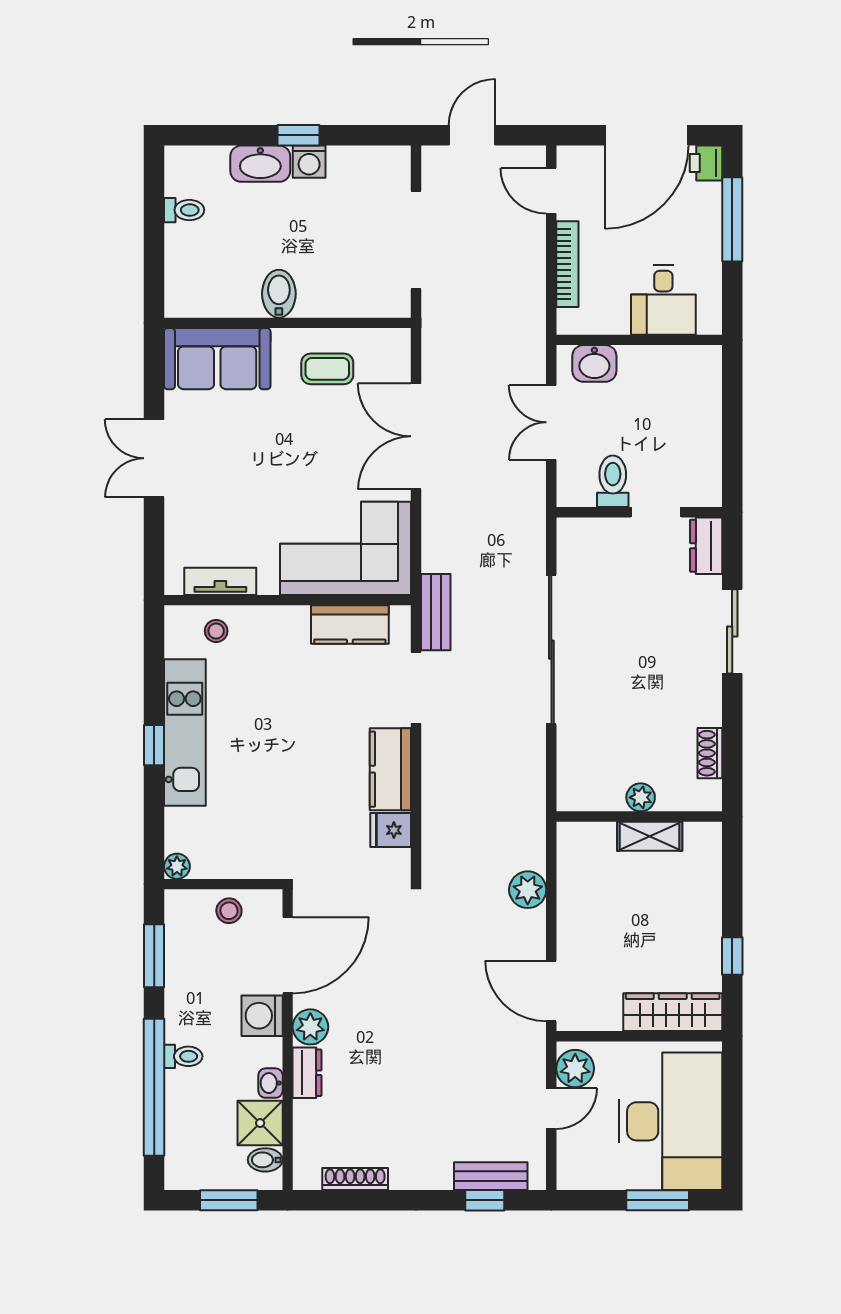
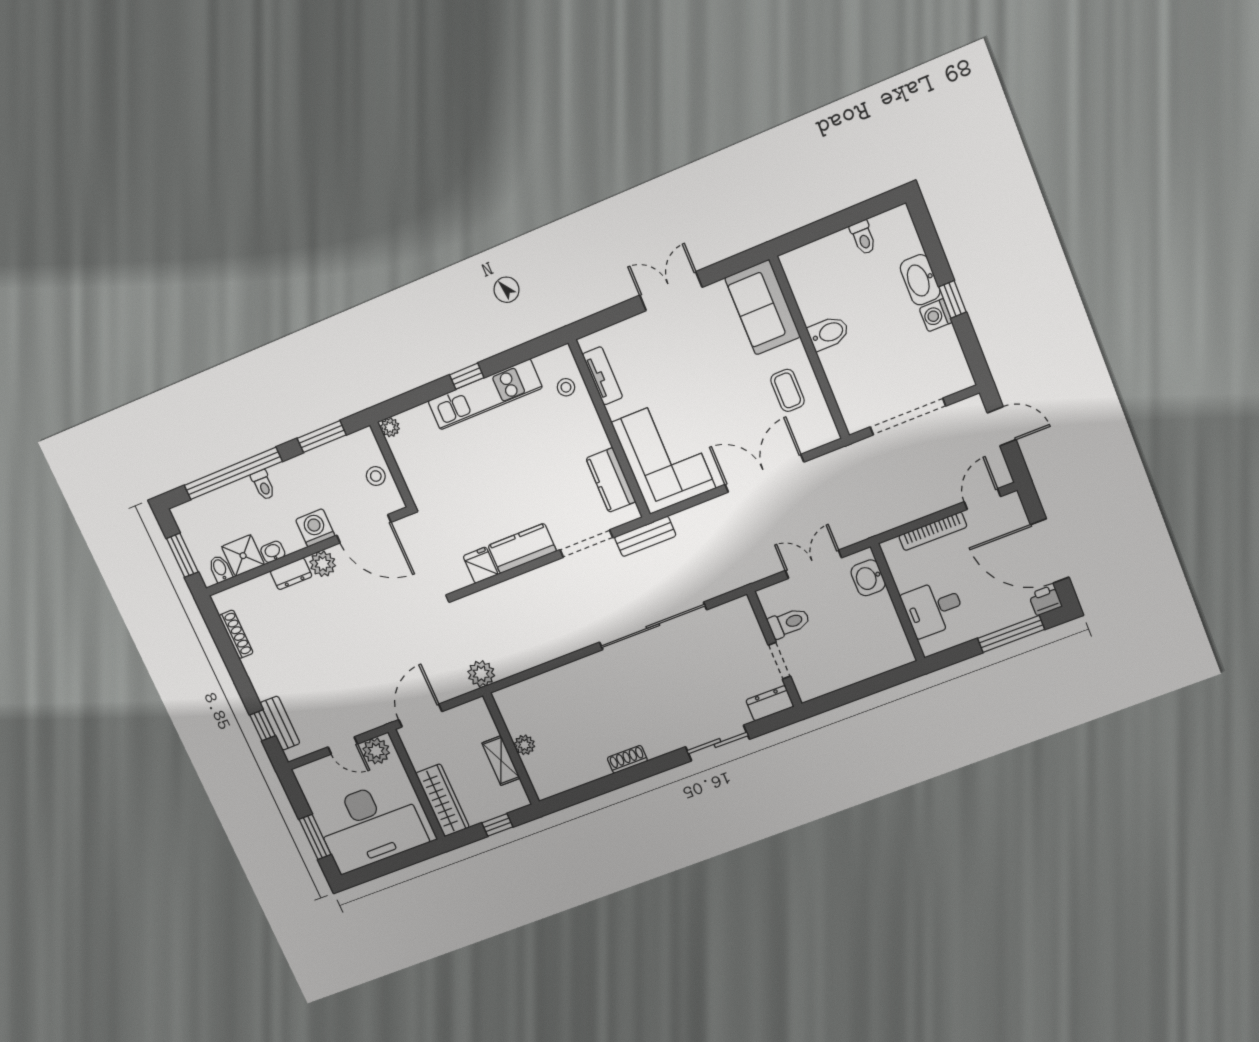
plant: (641, 797) -> (525, 745), moved
wall: (639, 817) -> (511, 749), moved
shelving: (650, 836) -> (501, 761), moved

